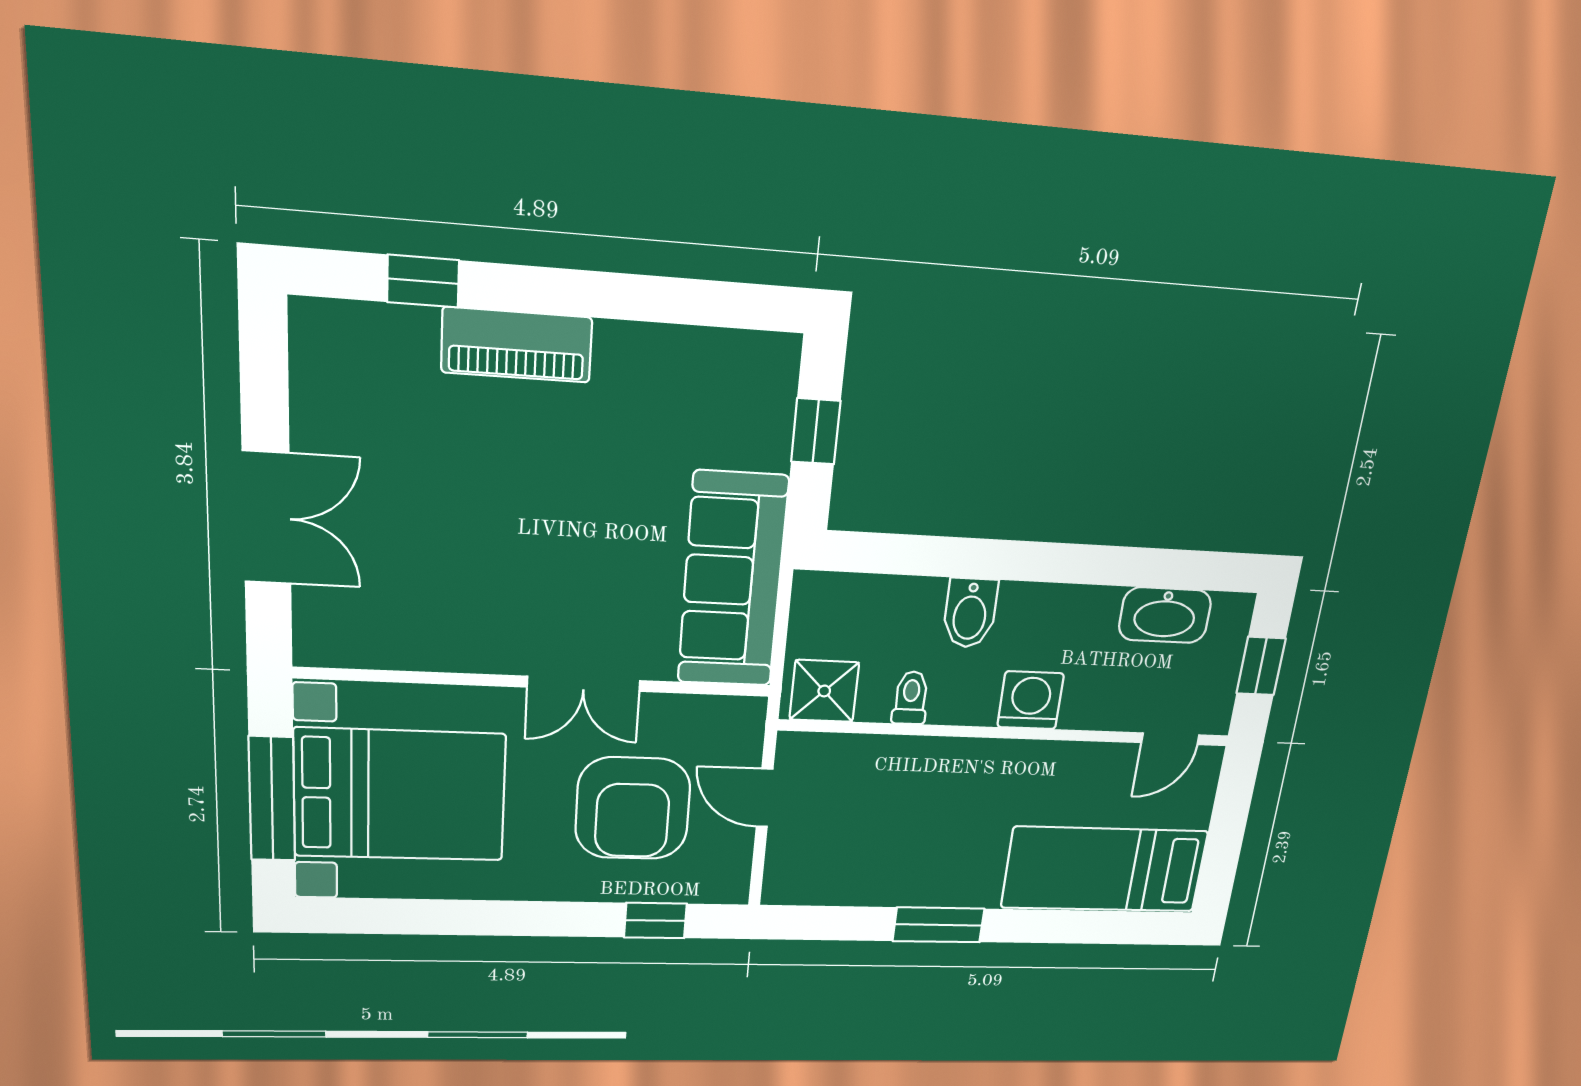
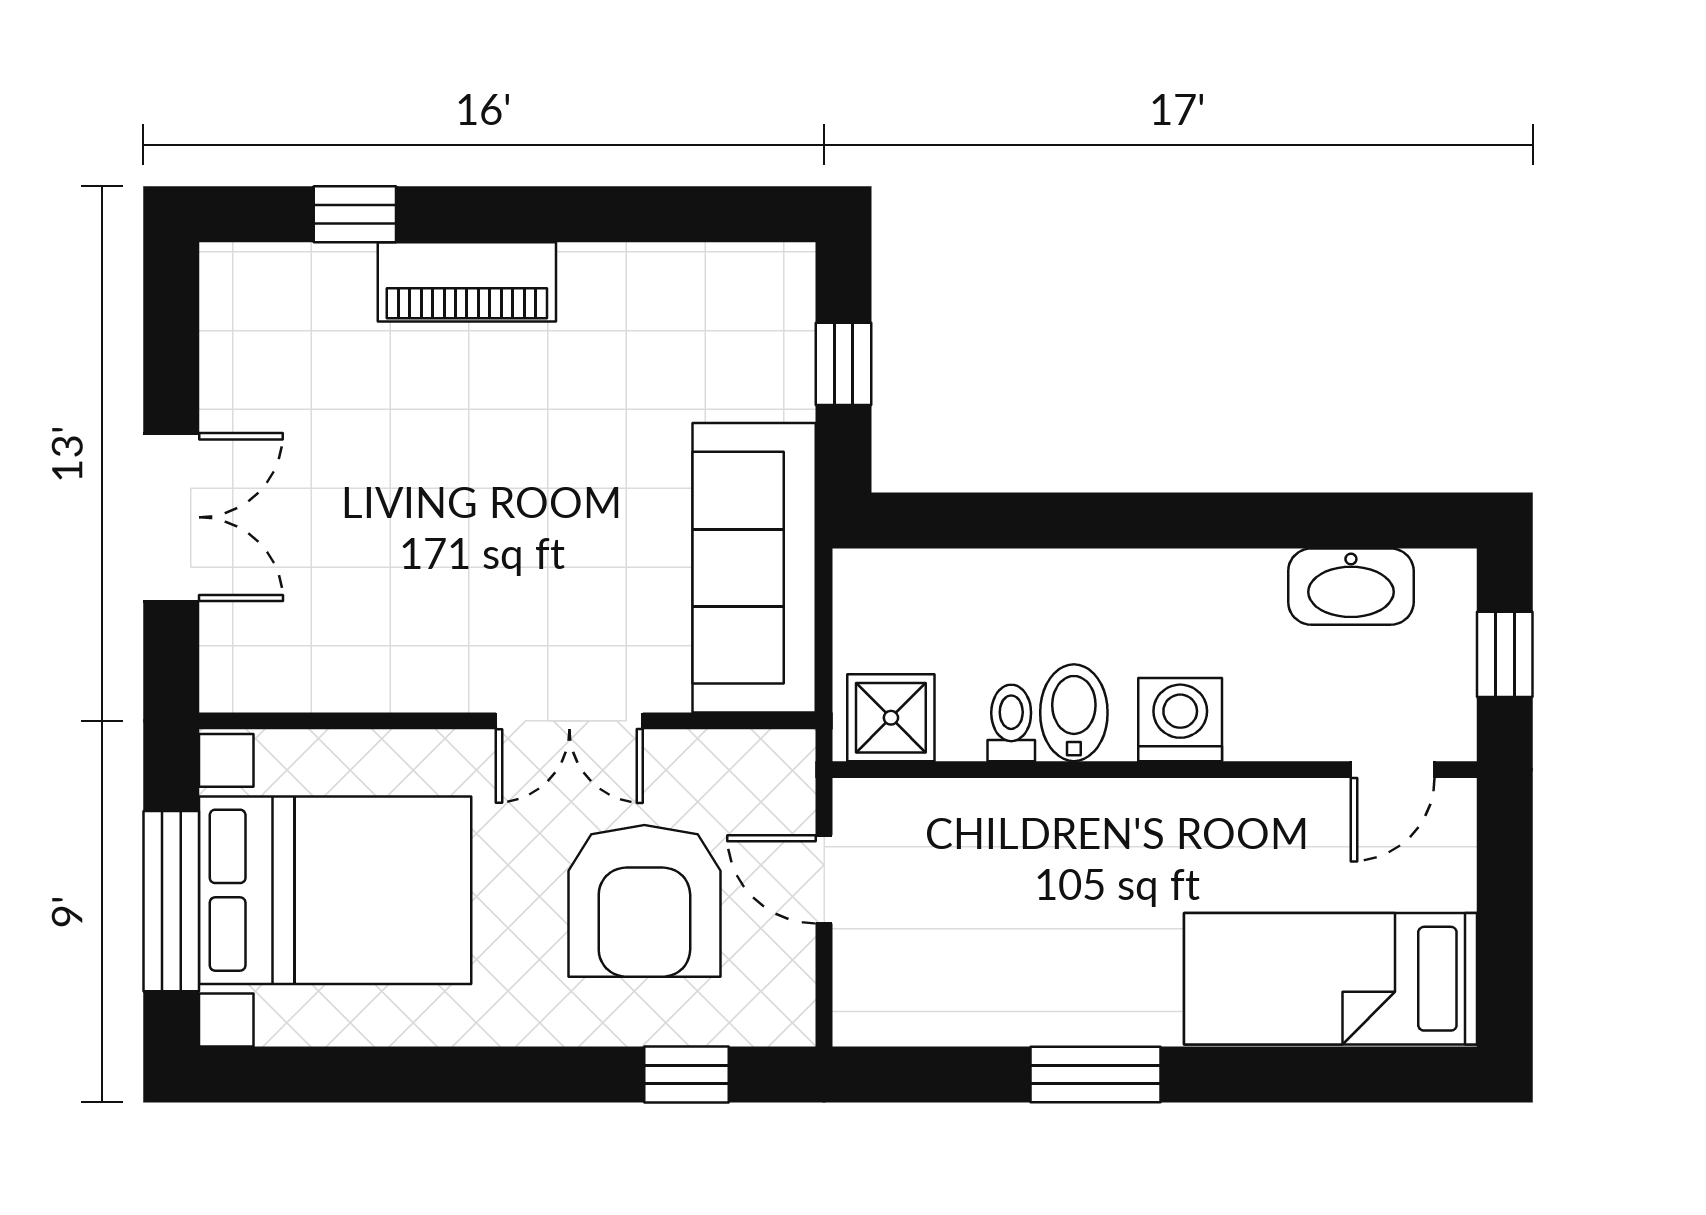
bidet: (970, 613) -> (1074, 713), moved, turned 180

